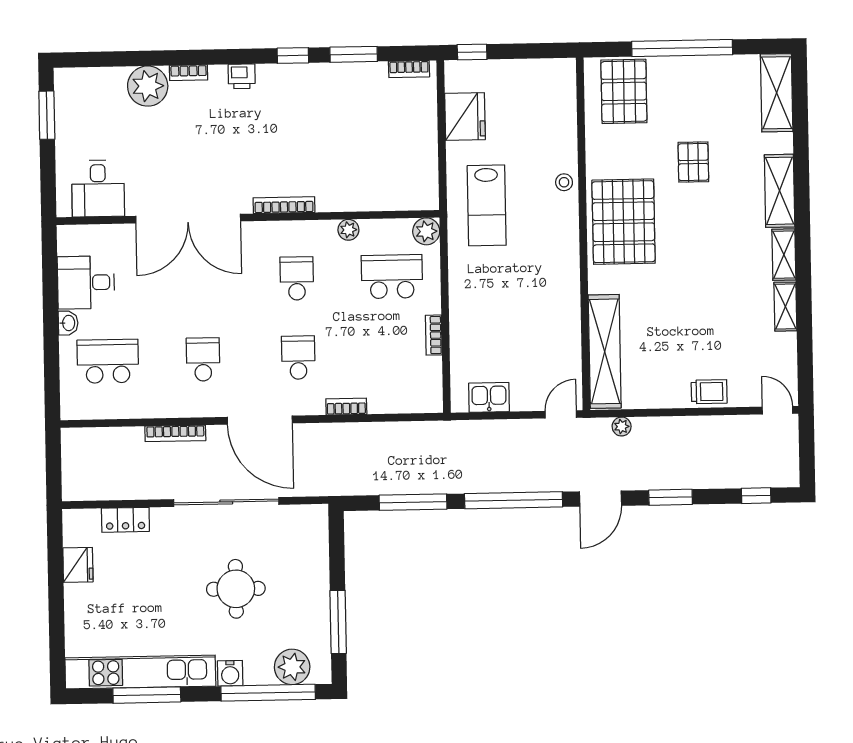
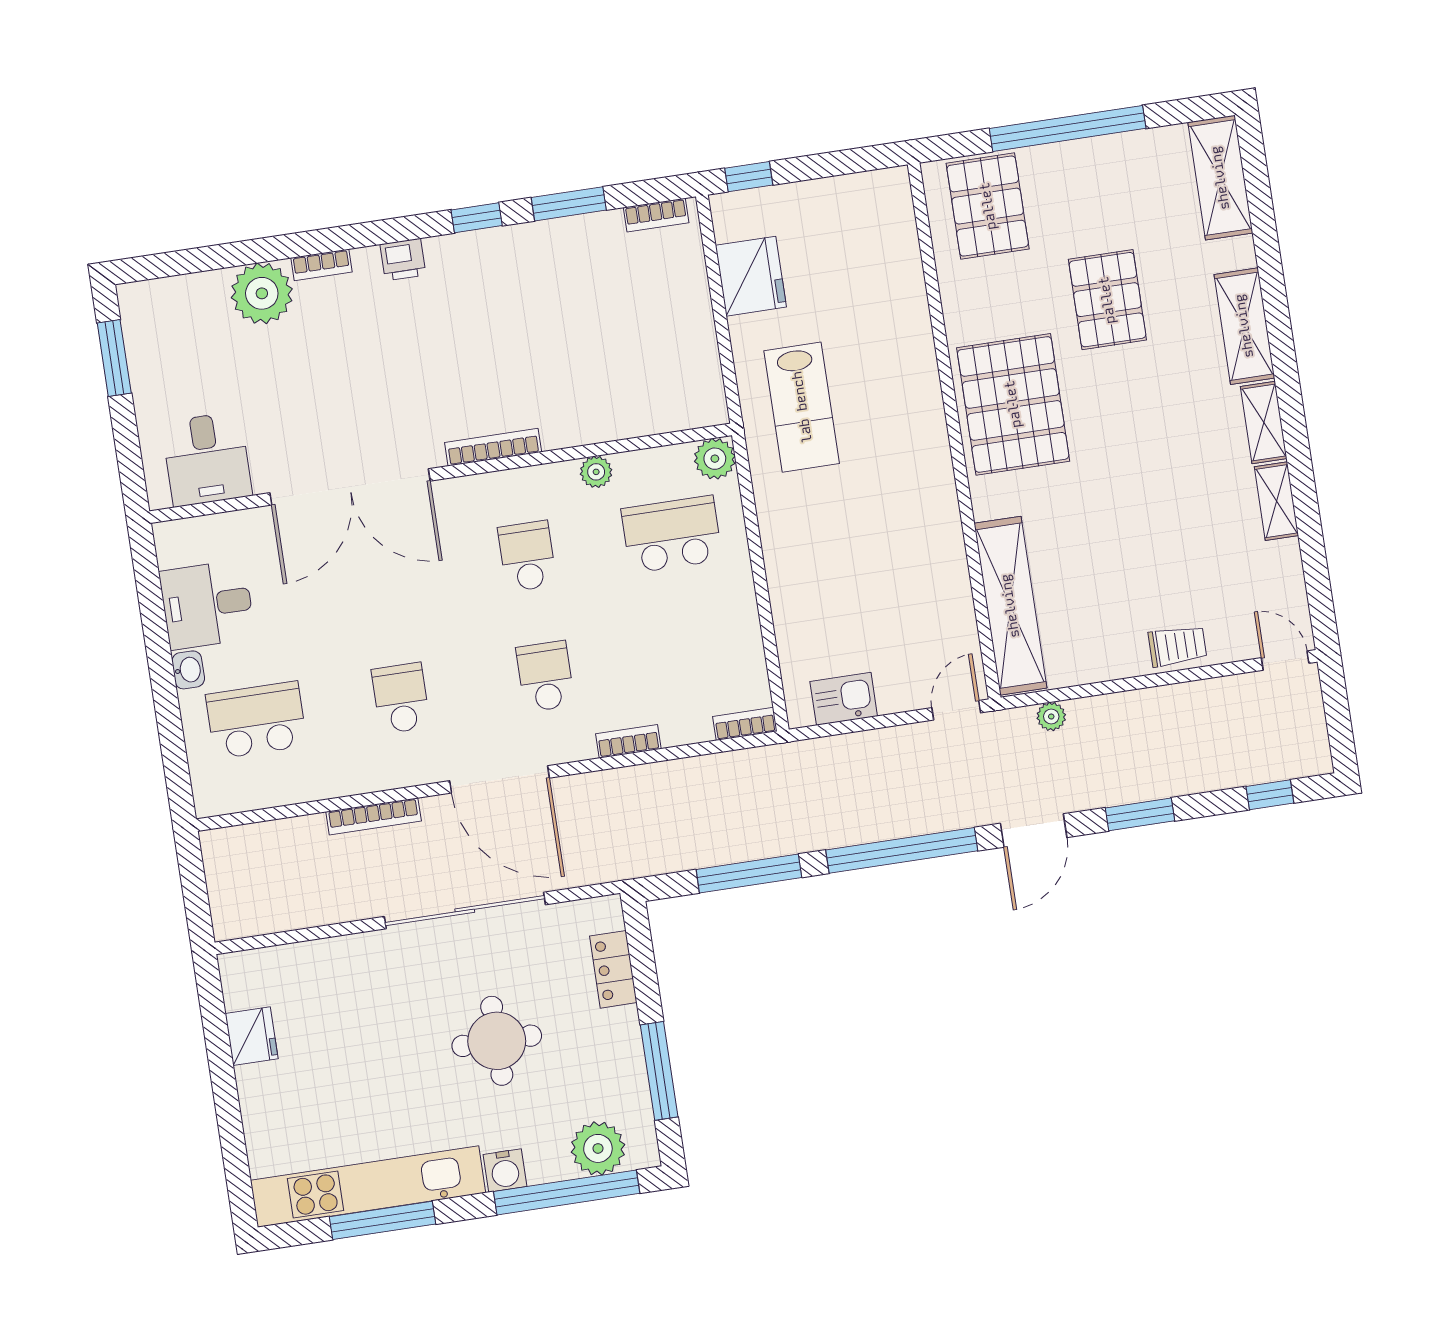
pallet: (693, 162) -> (1107, 300), width x1.50, depth x1.42
stool: (564, 182) -> (915, 356), removed
bookcase: (434, 335) -> (745, 724), moved, turned 90
locker: (125, 520) -> (613, 969), moved, turned 90

